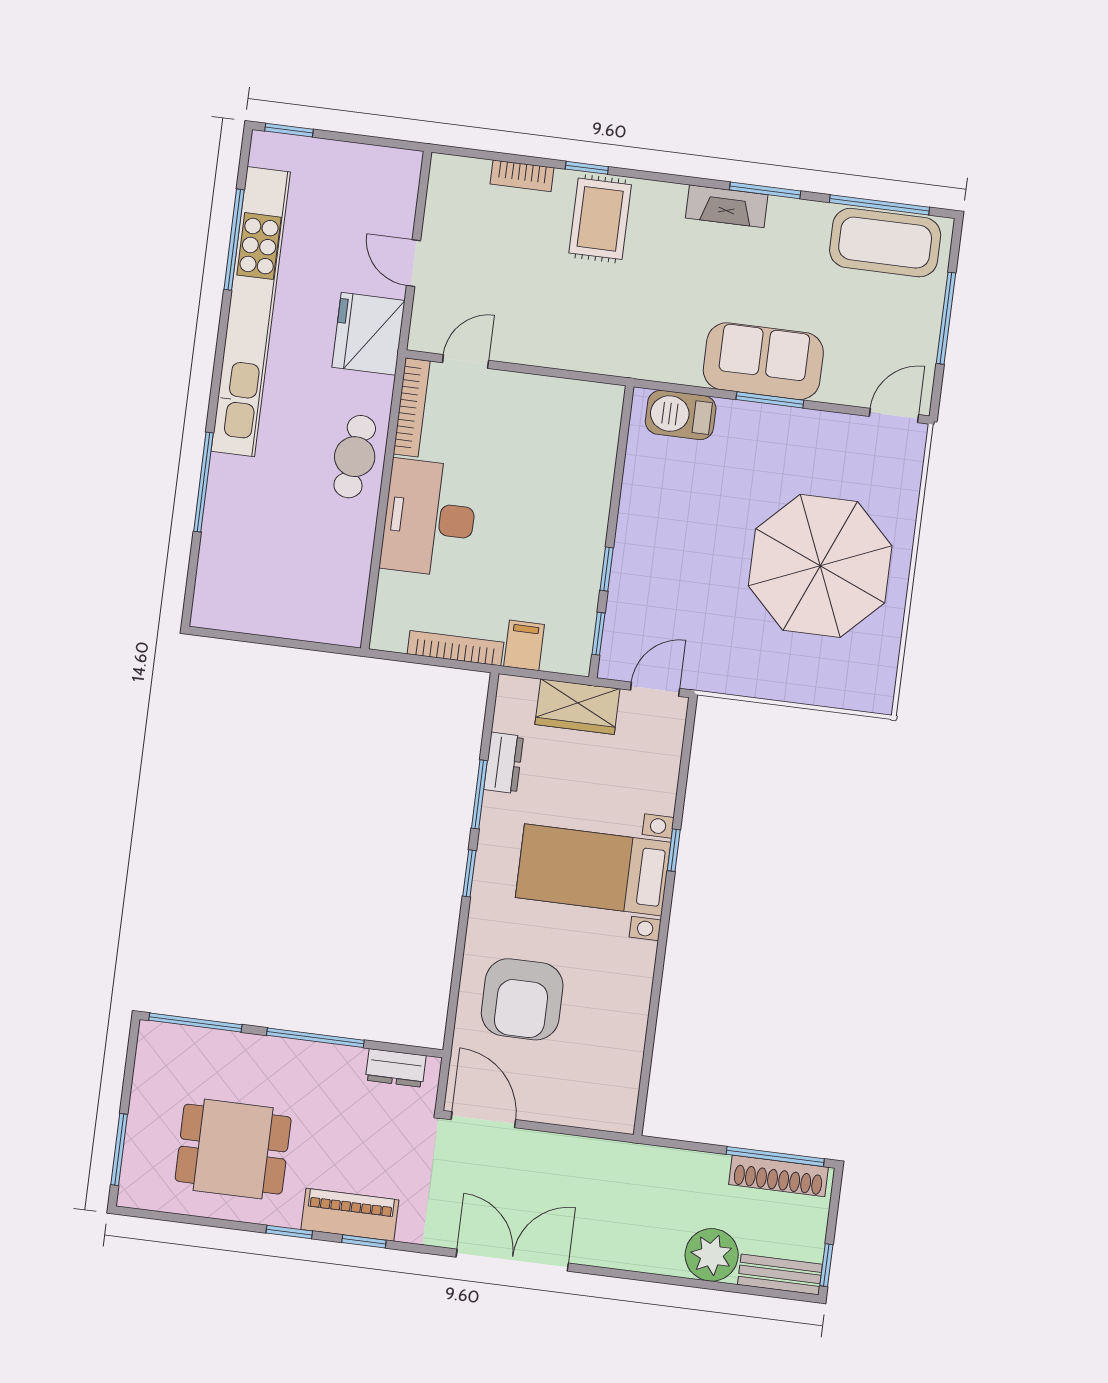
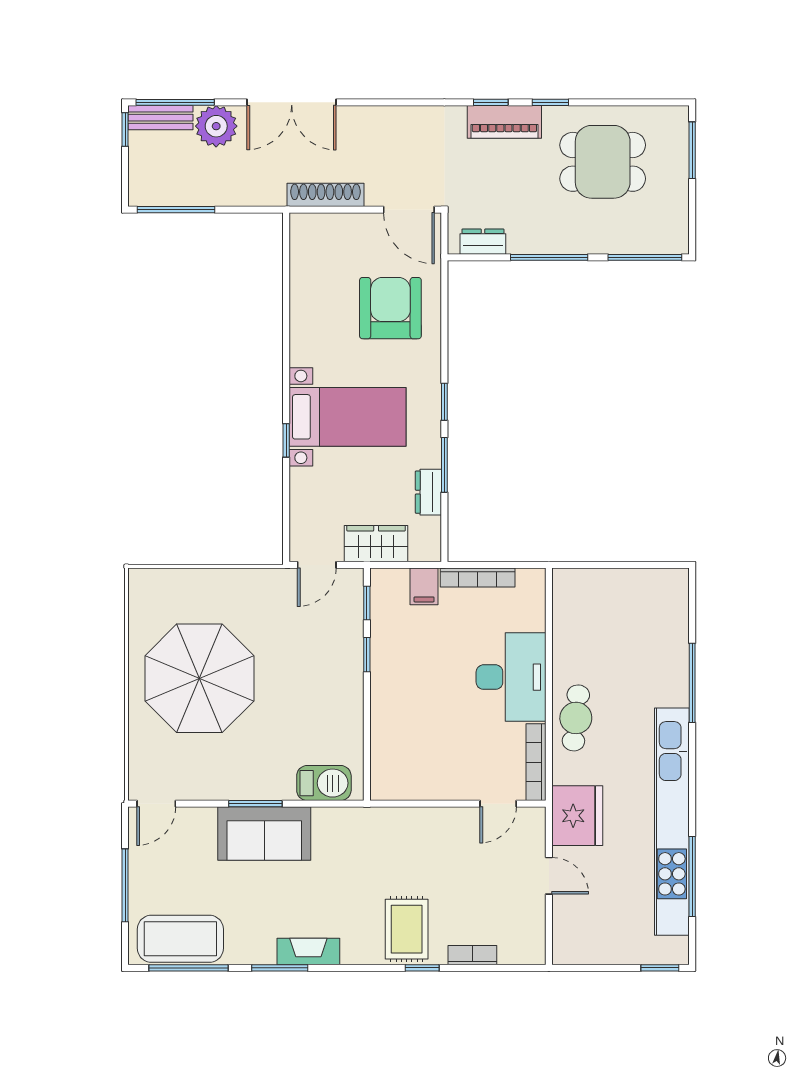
shoe rack: (779, 1176) -> (325, 195), moved
double door: (512, 1260) -> (292, 102), moved
window: (759, 1291) -> (175, 102), added

